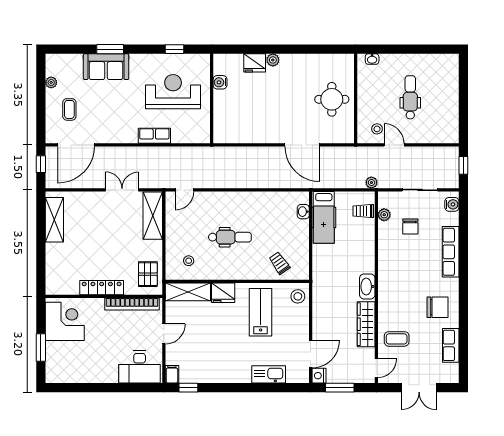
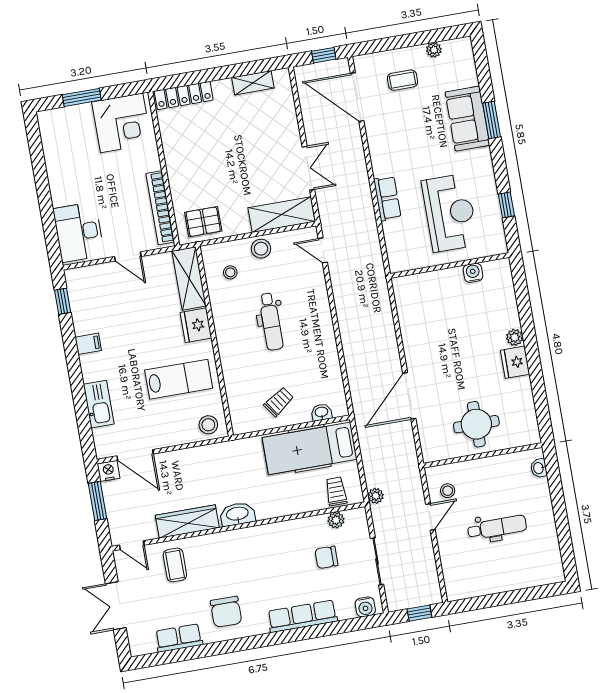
fridge: (255, 63) -> (515, 362), moved
hospital bed: (324, 217) -> (310, 448), width x1.37, depth x1.29
shelving: (54, 220) -> (253, 83), width x0.67, depth x0.75
stool: (175, 235) -> (261, 249), added
trolley: (279, 263) -> (279, 402), moved
locker: (102, 288) -> (184, 96), moved, turned 90
filing cabinet: (172, 374) -> (88, 344), moved

